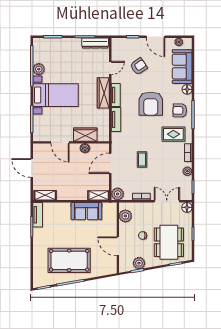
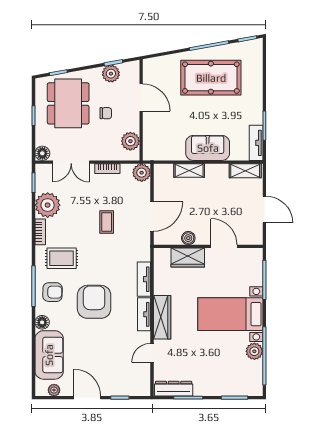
armchair: (139, 66) -> (111, 355), removed
plant: (187, 171) -> (48, 205), width x1.88, depth x1.88
shelving: (99, 195) -> (189, 171), moved
sofa: (86, 211) -> (208, 148), moved

